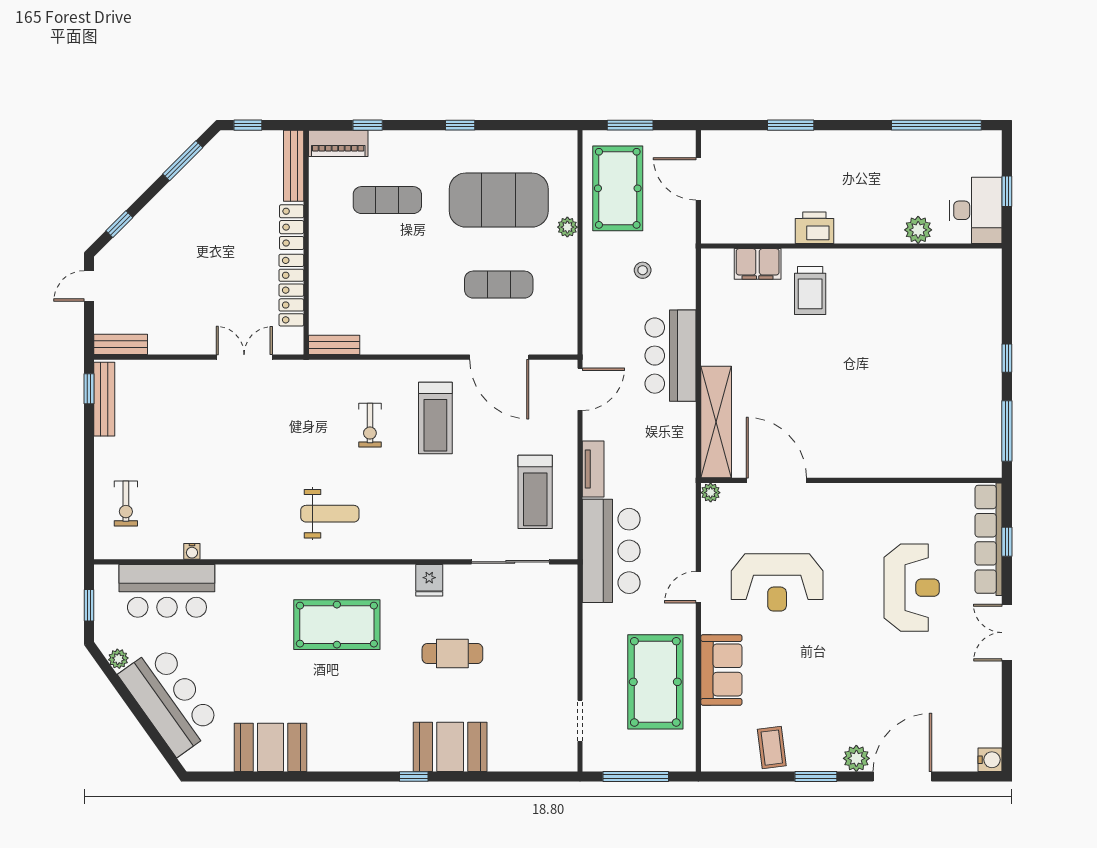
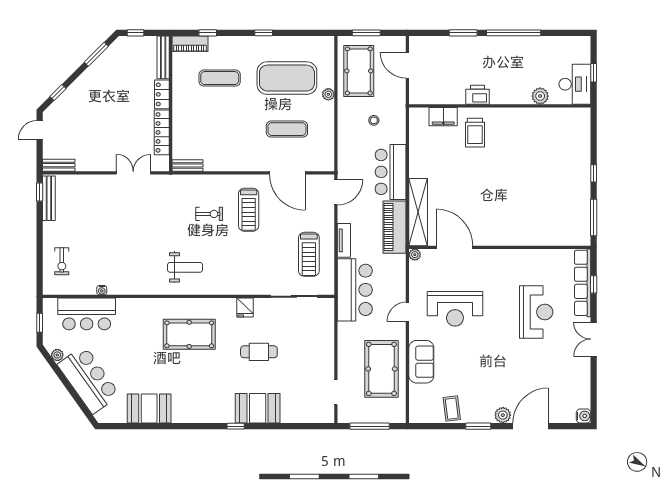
window: (936, 125) -> (514, 33), moved
exercise bike: (370, 425) -> (209, 214), turned -90
piano: (677, 447) -> (395, 227), added

